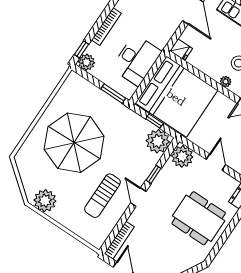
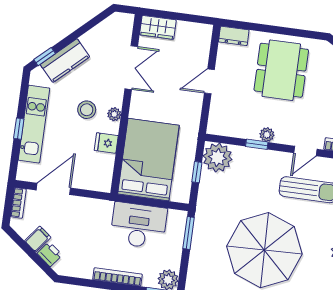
fridge: (181, 50) -> (106, 143), moved, turned -90
bed: (176, 97) -> (148, 160), width x0.73
plant: (182, 156) -> (267, 135), moved, width x0.53, depth x0.53
door: (138, 197) -> (305, 151), moved

